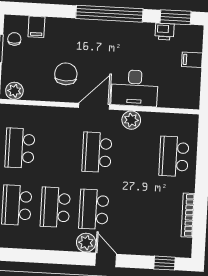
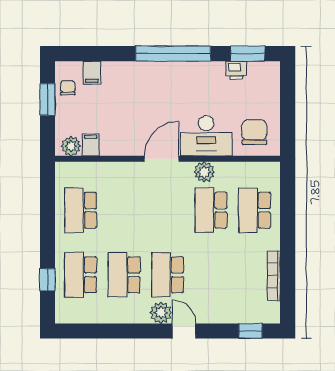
filing cabinet: (192, 60) -> (91, 145), moved, turned 90
chair: (66, 74) -> (254, 132), moved
school desk: (97, 152) -> (211, 210), moved

